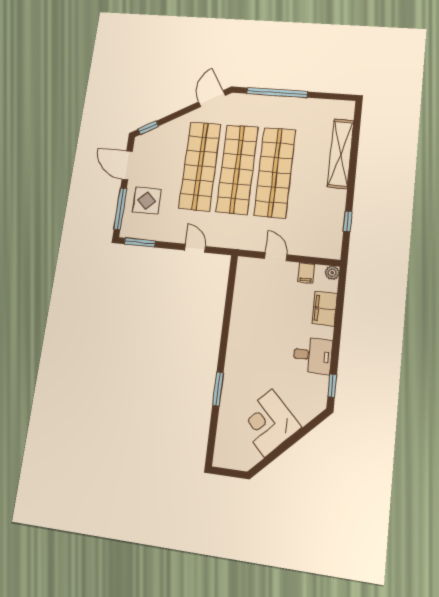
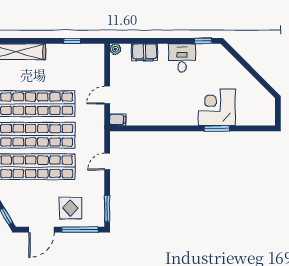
filing cabinet: (306, 273) -> (118, 120), moved
corner desk: (268, 423) -> (217, 107), moved, turned 135

